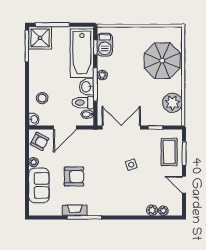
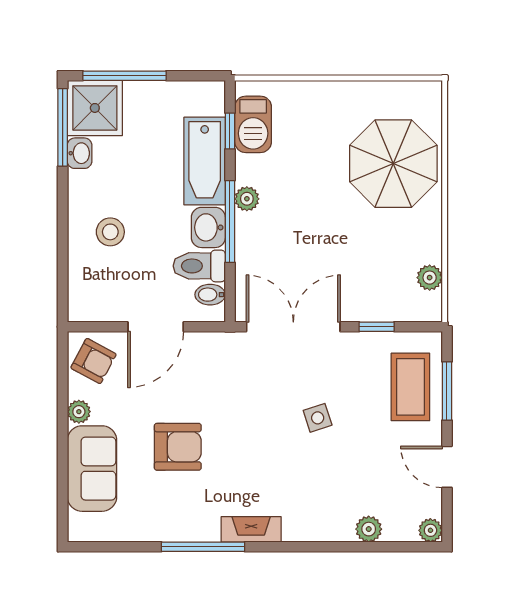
bathtub: (82, 53) -> (205, 161), width x0.73, depth x0.73
stool: (42, 98) -> (110, 232), moved
plant: (172, 103) -> (430, 278), width x0.53, depth x0.53
washbasin: (34, 119) -> (80, 153), moved
fireplace: (75, 210) -> (251, 529), moved
plant: (163, 211) -> (430, 530), moved

